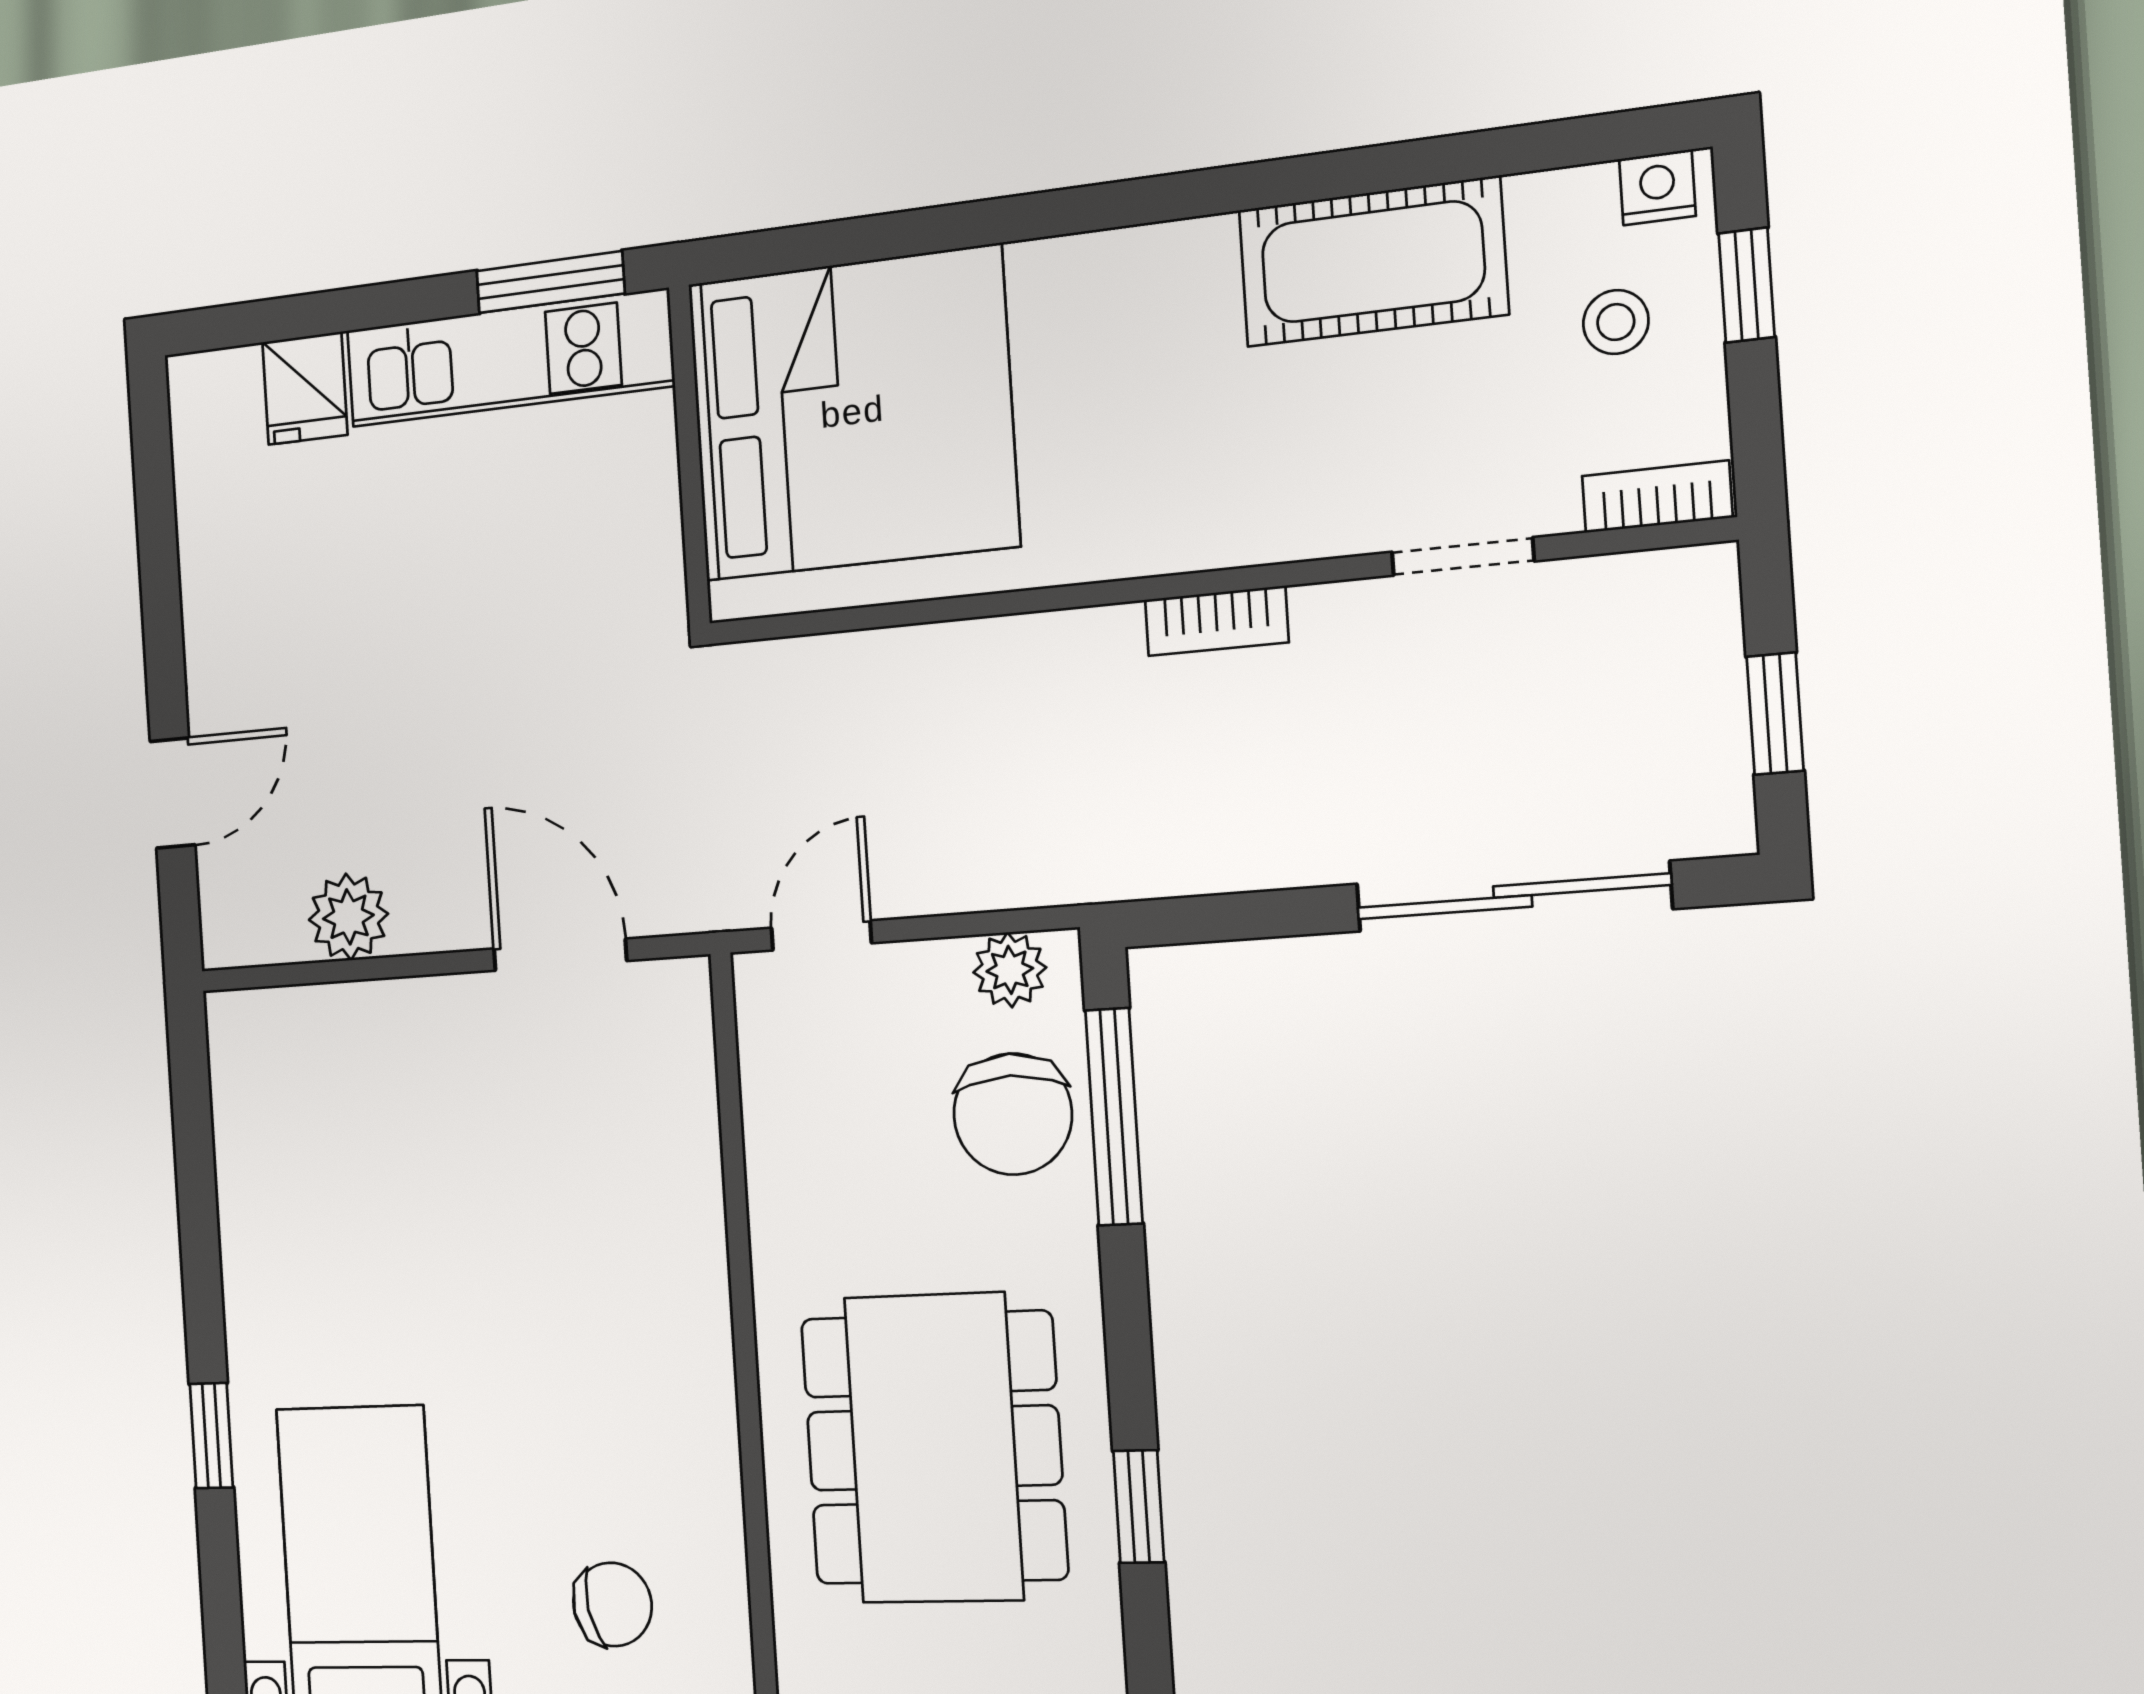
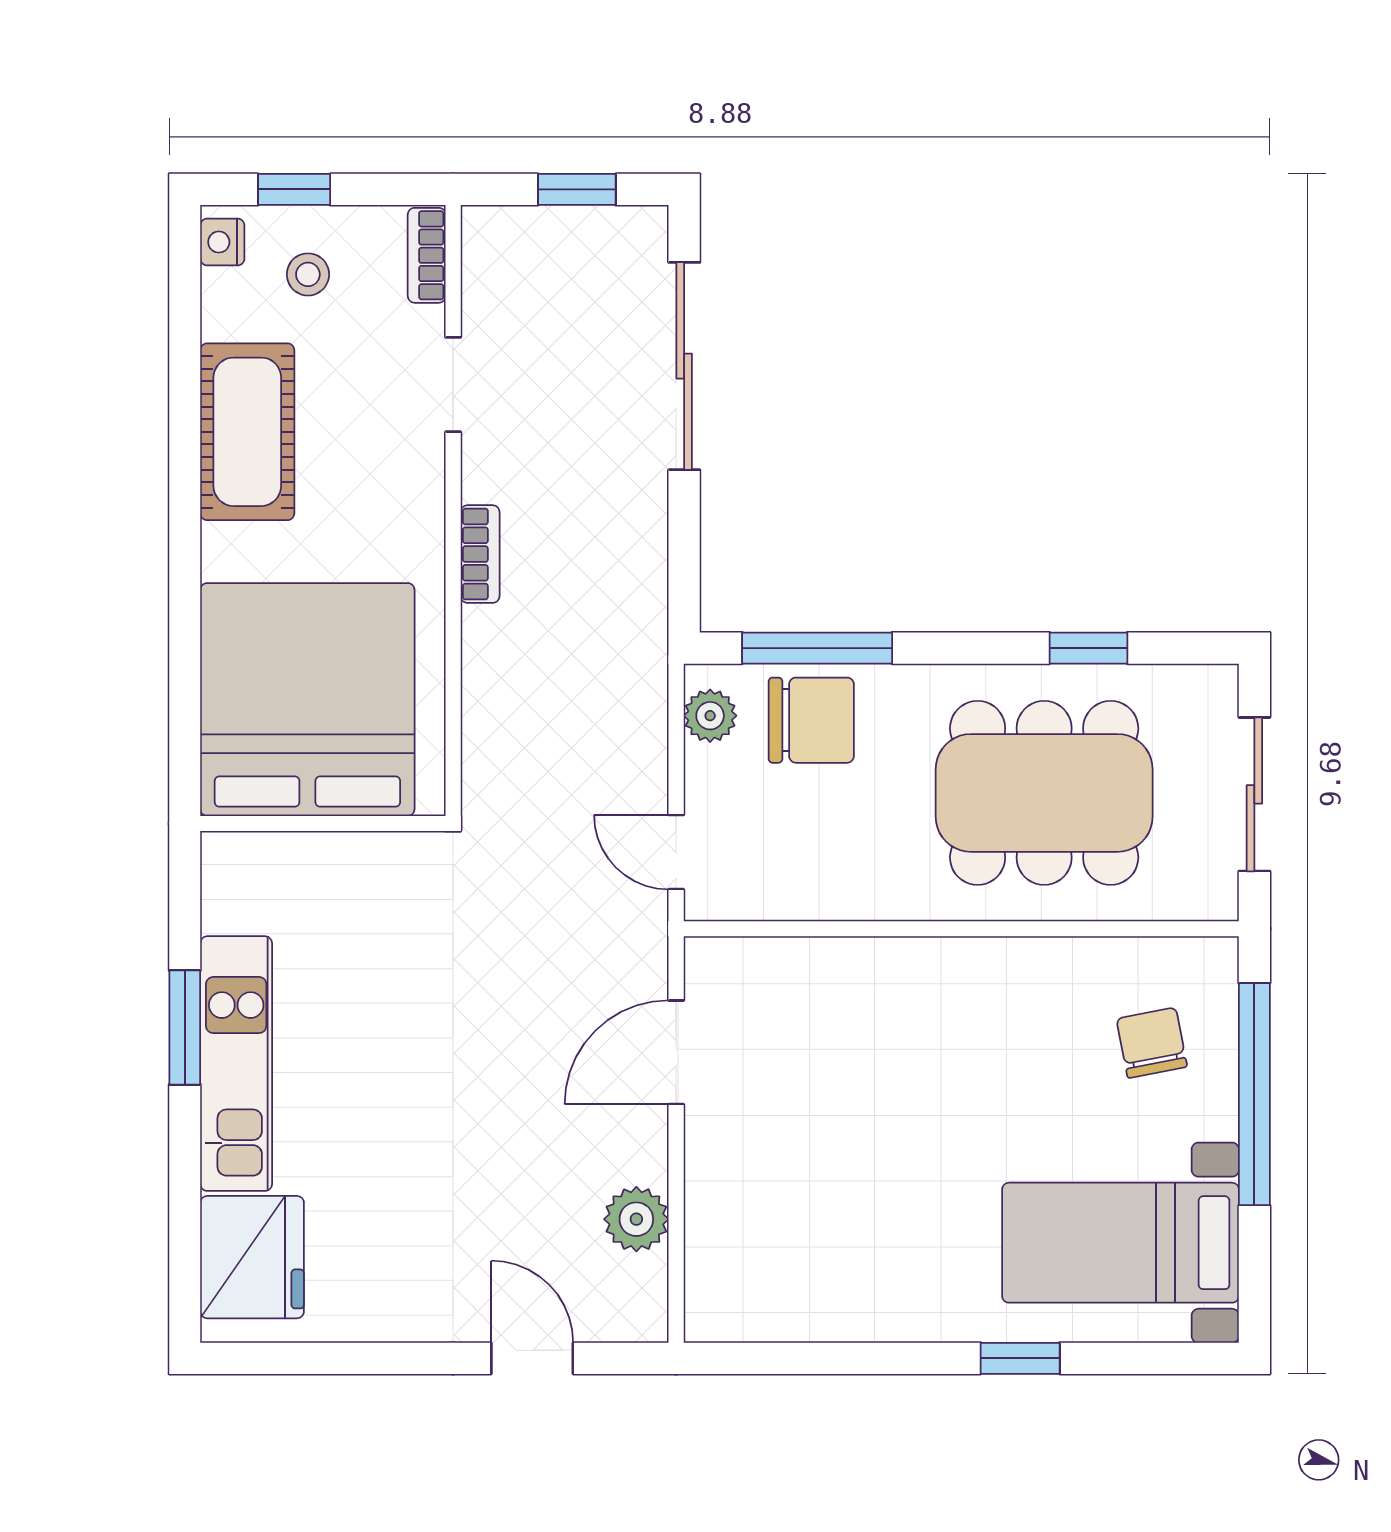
fridge: (305, 388) -> (252, 1257), width x1.88, depth x1.34
bed: (852, 414) -> (307, 700), moved
wall: (689, 455) -> (323, 823), moved

